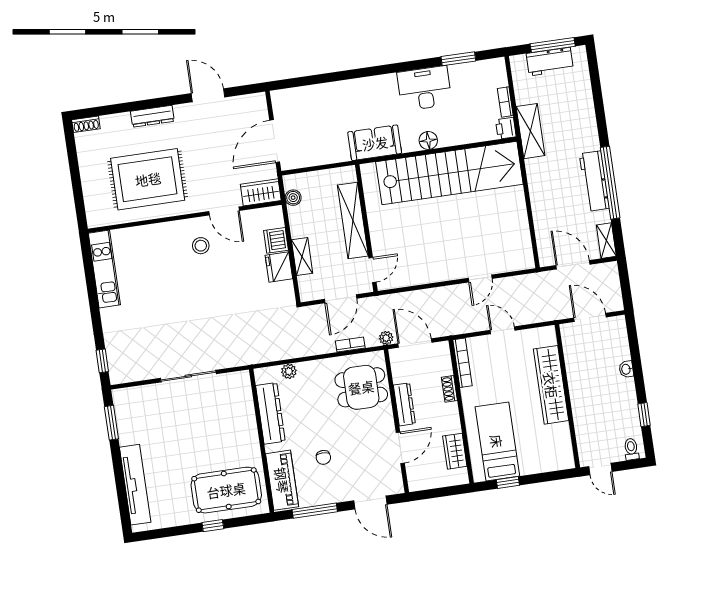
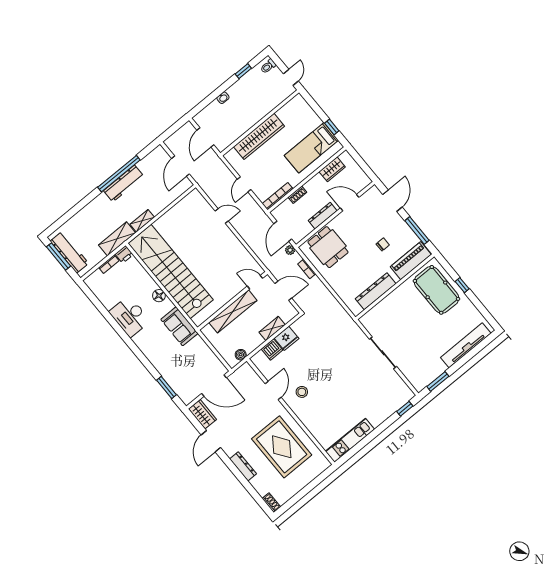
window: (458, 59) -> (167, 387), moved
workbench: (550, 62) -> (69, 252), width x1.38
wardrobe: (261, 192) -> (202, 414), moved, turned 180
shelving: (606, 241) -> (142, 221), moved
plant: (289, 371) -> (344, 295), removed

